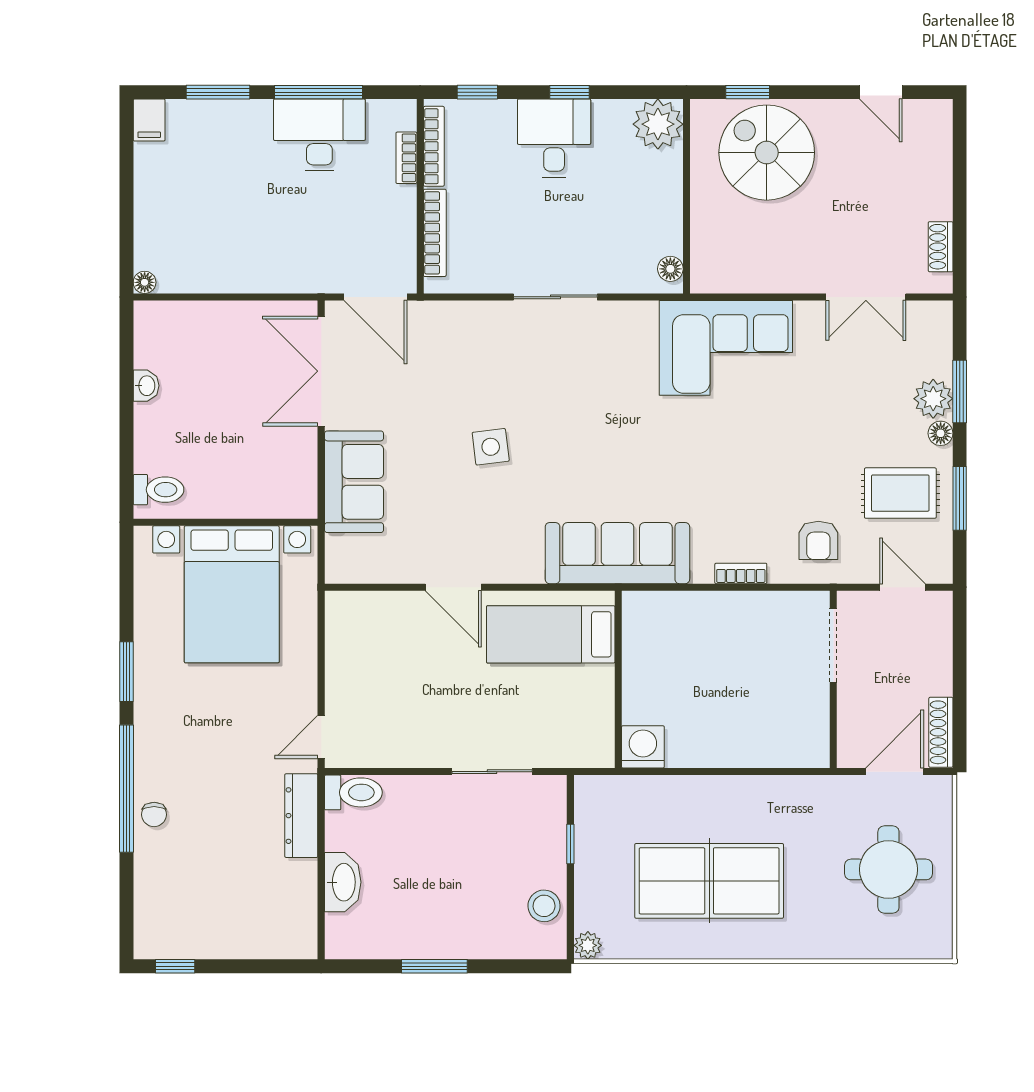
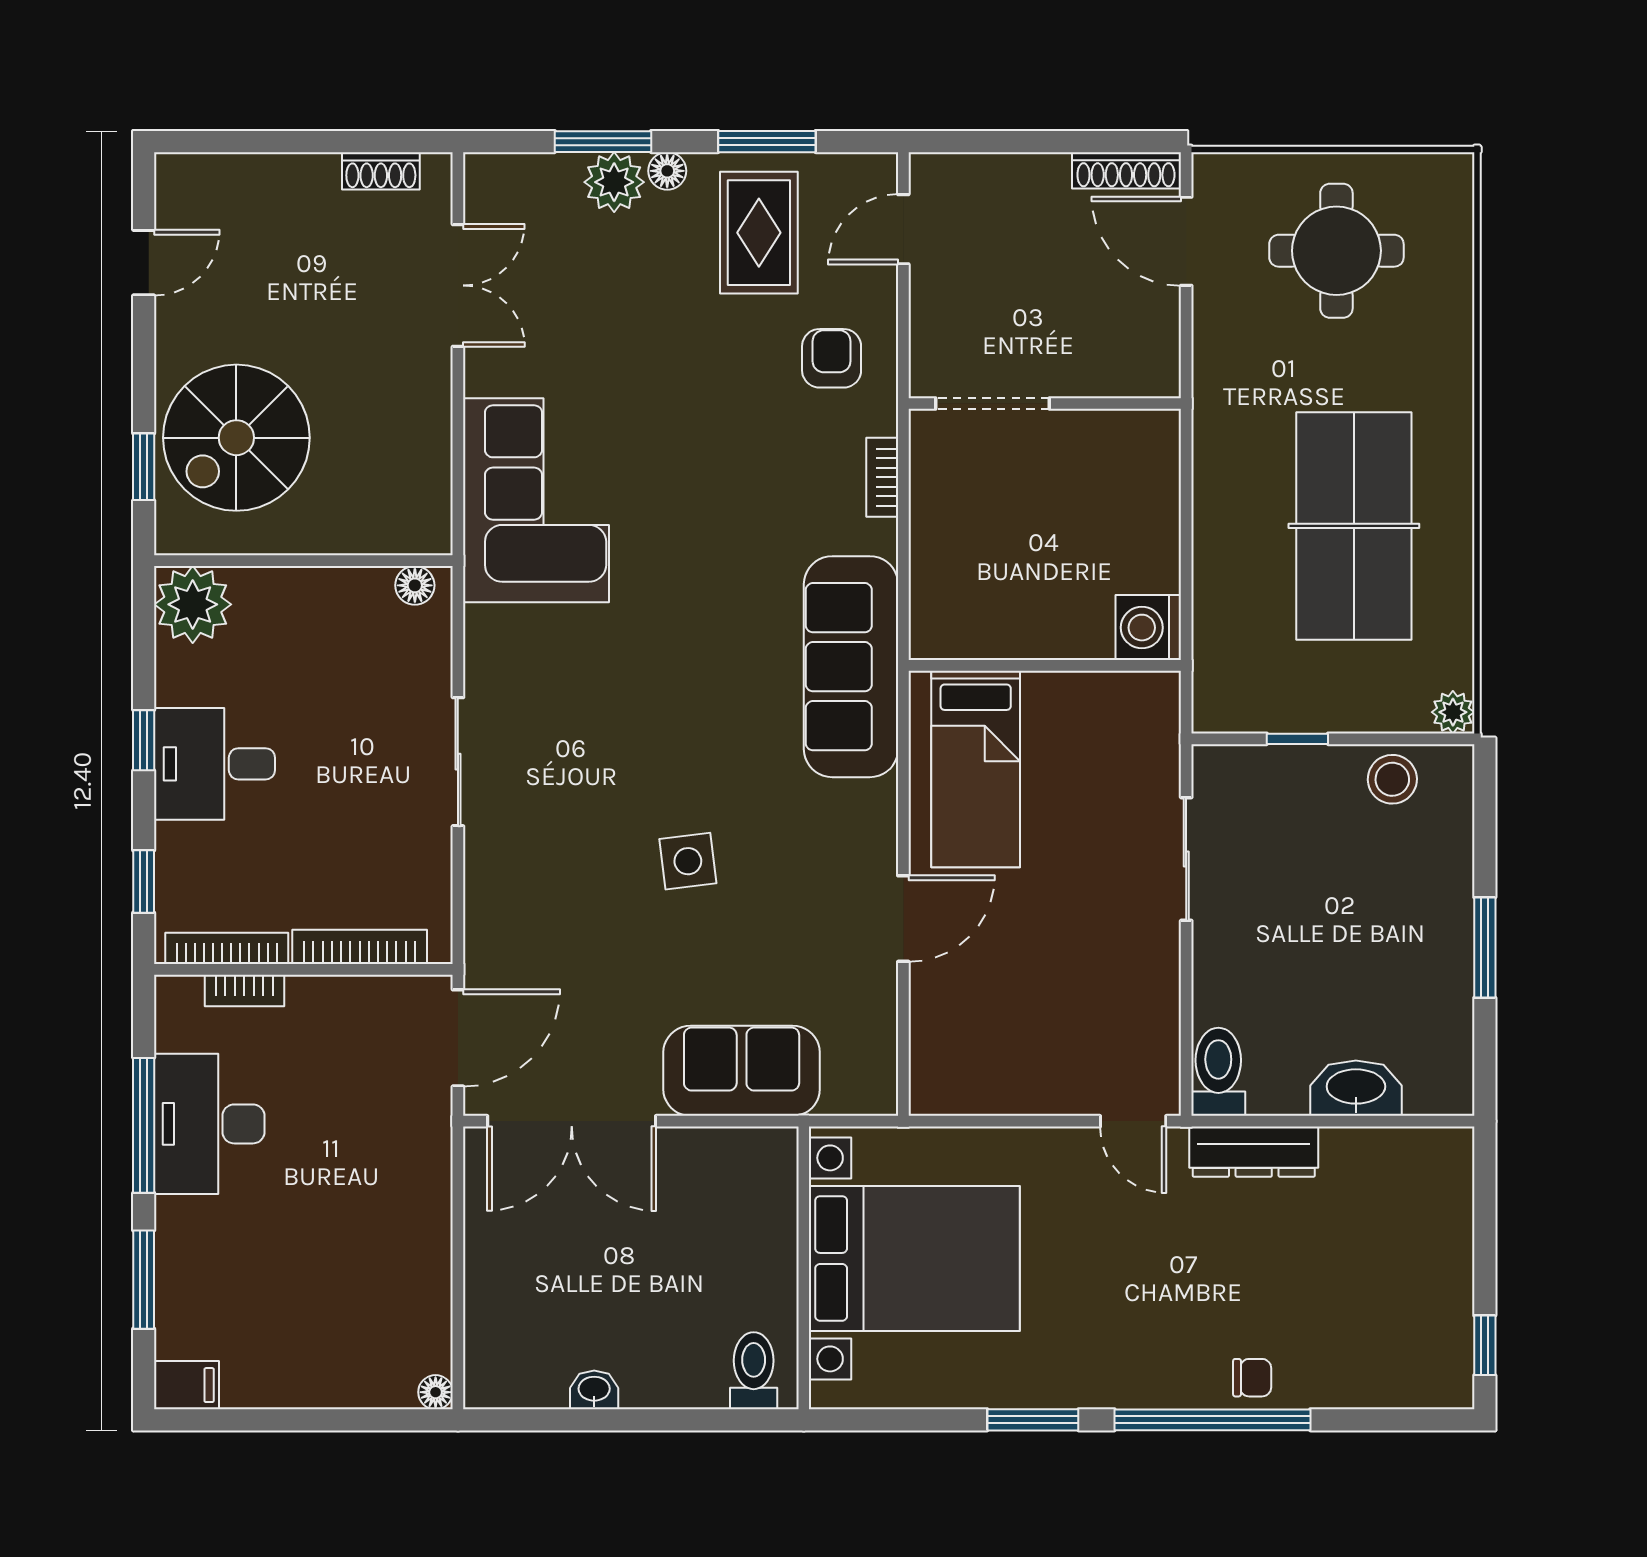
armchair: (818, 540) -> (832, 358), turned -90
doorway: (833, 645) -> (992, 403), moved
wall: (833, 679) -> (1045, 403), moved

